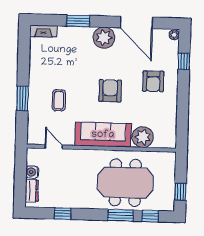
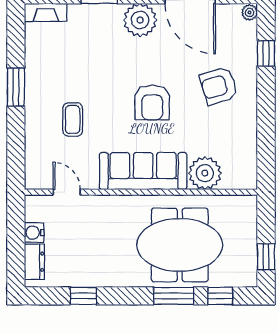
armchair: (153, 81) -> (219, 86), turned 73
armchair: (110, 91) -> (152, 102), turned 180
window: (23, 98) -> (16, 87), moved

